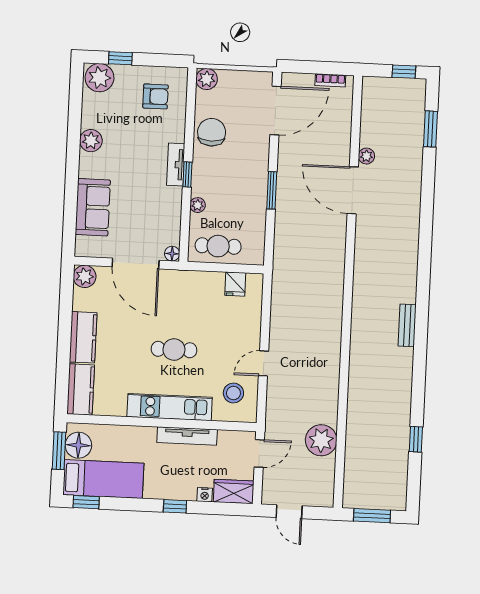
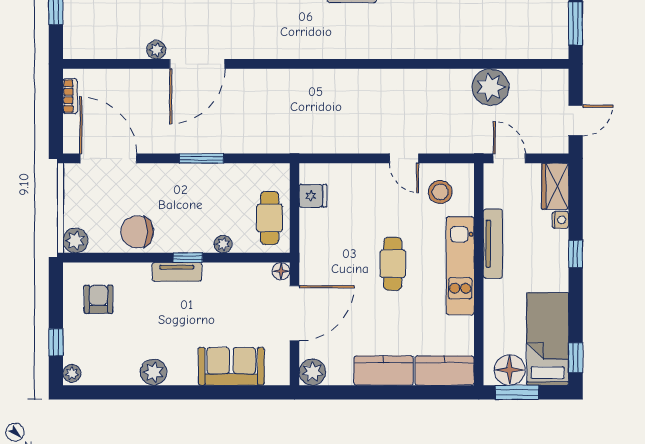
plant: (100, 78) -> (72, 373), width x0.53, depth x0.53

